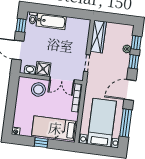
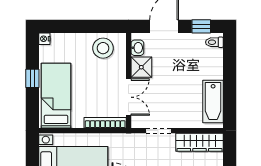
bathtub: (51, 21) -> (213, 102), moved
double door: (62, 80) -> (129, 97), swing flipped
stool: (38, 89) -> (103, 48), moved

